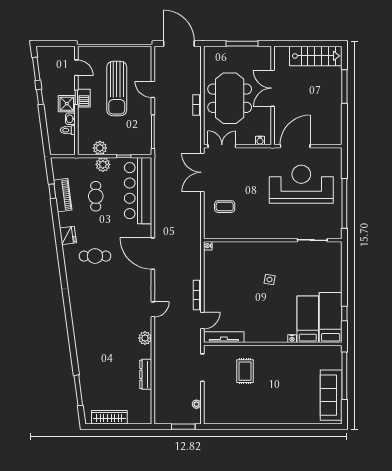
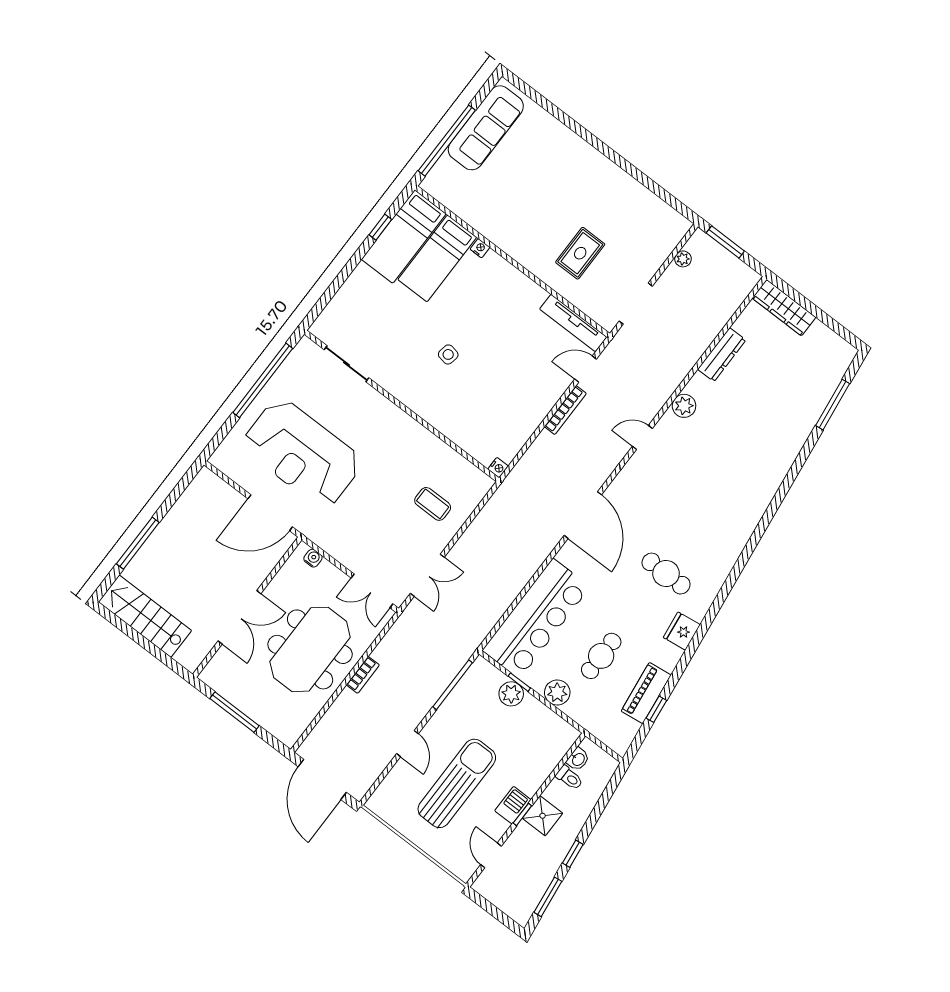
washbasin: (70, 119) -> (578, 759), moved
plant: (100, 148) -> (511, 694), moved
double door: (202, 172) -> (427, 575), width x0.73
wardrobe: (109, 417) -> (784, 308), moved

